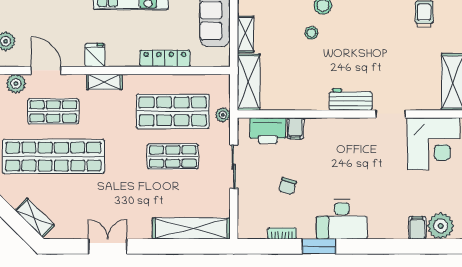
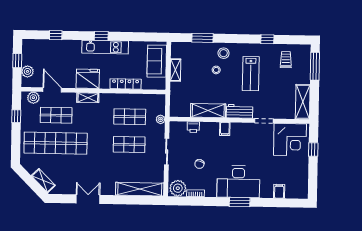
lab bench: (368, 38) -> (251, 74), added
fridge: (95, 55) -> (88, 79), width x1.88, depth x1.34
shelving: (249, 82) -> (208, 111), moved, turned 90
shop shelf: (173, 111) -> (130, 117), width x0.70, depth x0.74
filing cabinet: (295, 128) -> (225, 129), moved
printer: (268, 131) -> (193, 127), width x0.53, depth x0.68
desk: (342, 219) -> (238, 182), width x1.36, depth x1.30
plant: (441, 226) -> (178, 188), moved
window: (319, 246) -> (240, 202), moved

